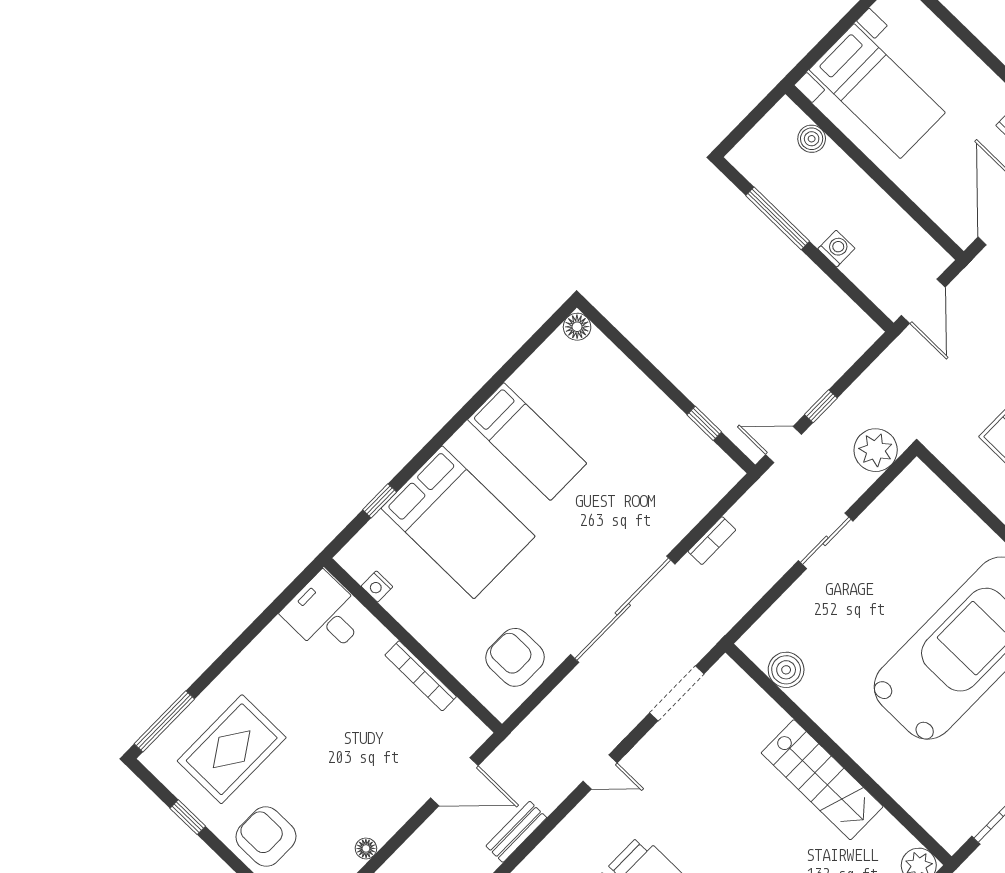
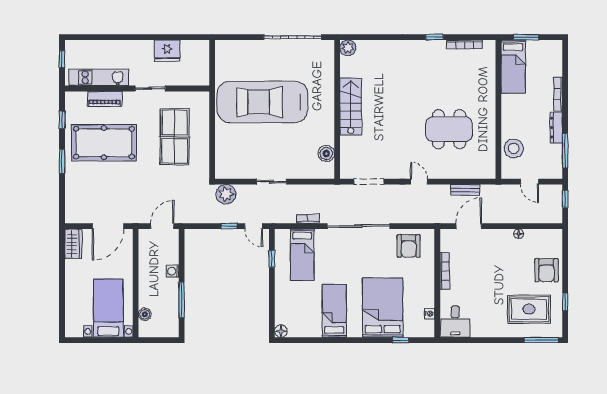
bed: (664, 477) -> (302, 255), added
door: (454, 782) -> (469, 226), hinge flipped

